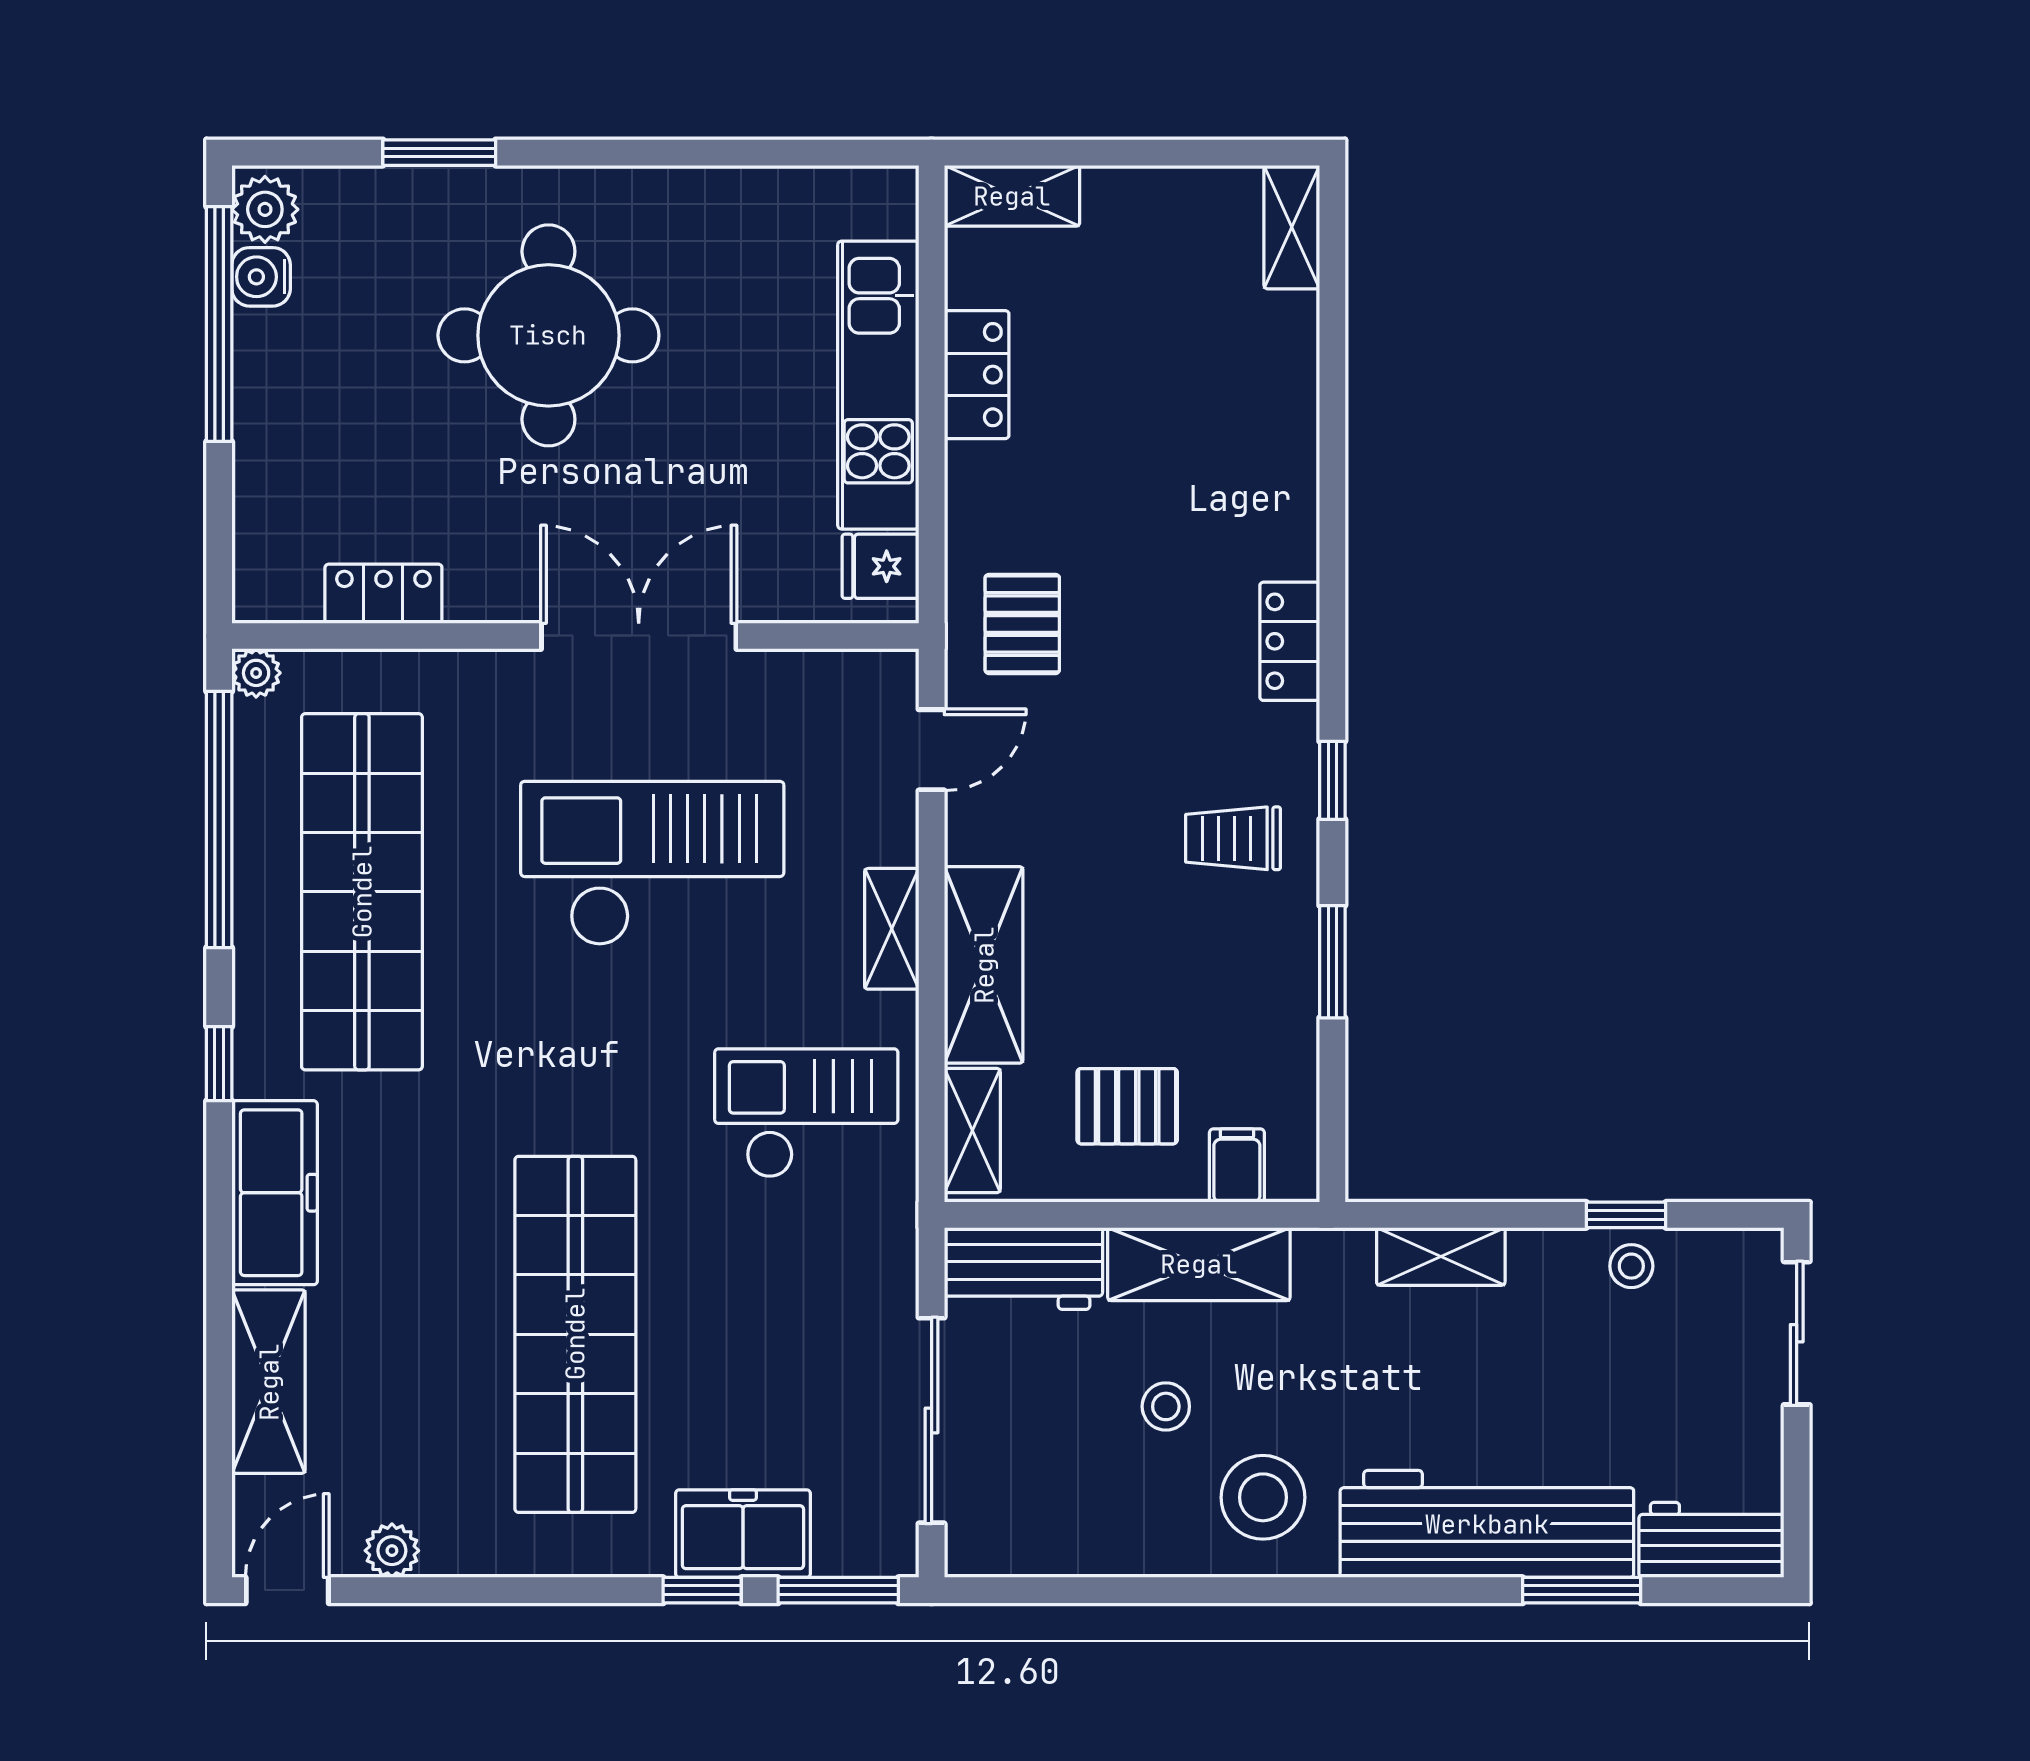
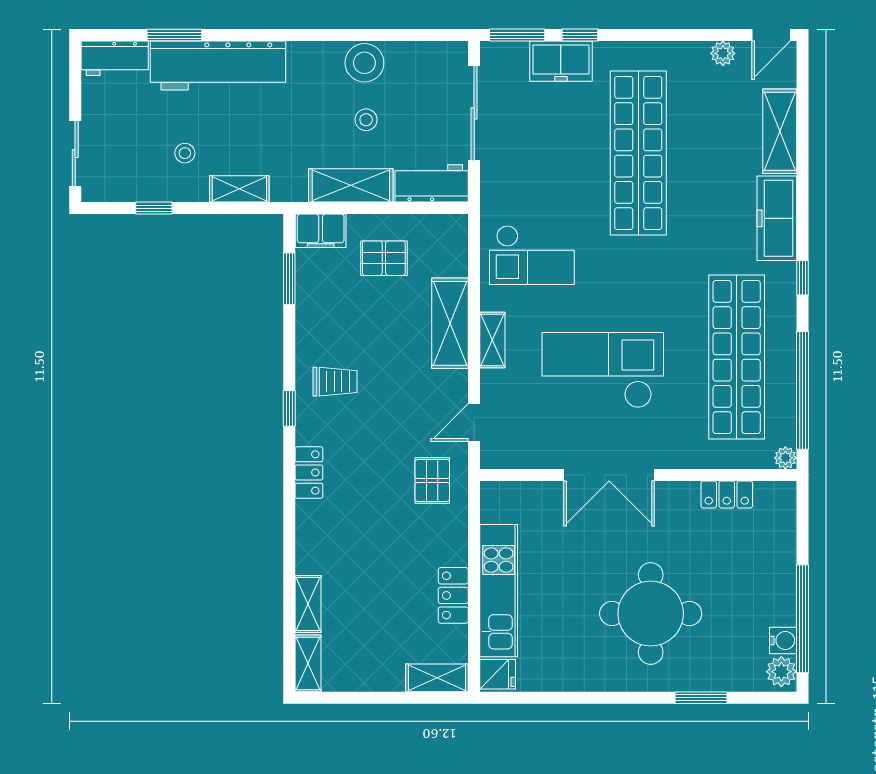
fridge: (880, 566) -> (498, 674), moved
checkout: (652, 863) -> (603, 370), turned 180
window: (1332, 962) -> (289, 279), moved
shelving: (972, 1131) -> (308, 604), moved
filing cabinet: (1237, 1166) -> (321, 231), width x2.00
stool: (1631, 1266) -> (185, 153), moved
stool: (1263, 1497) -> (364, 63), moved

